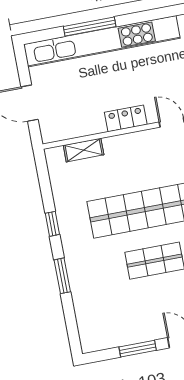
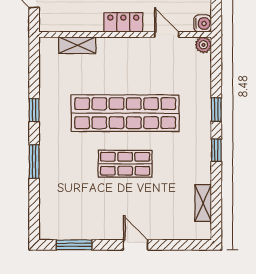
window: (138, 349) -> (74, 245), moved

